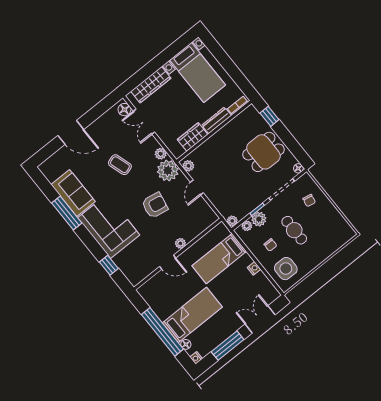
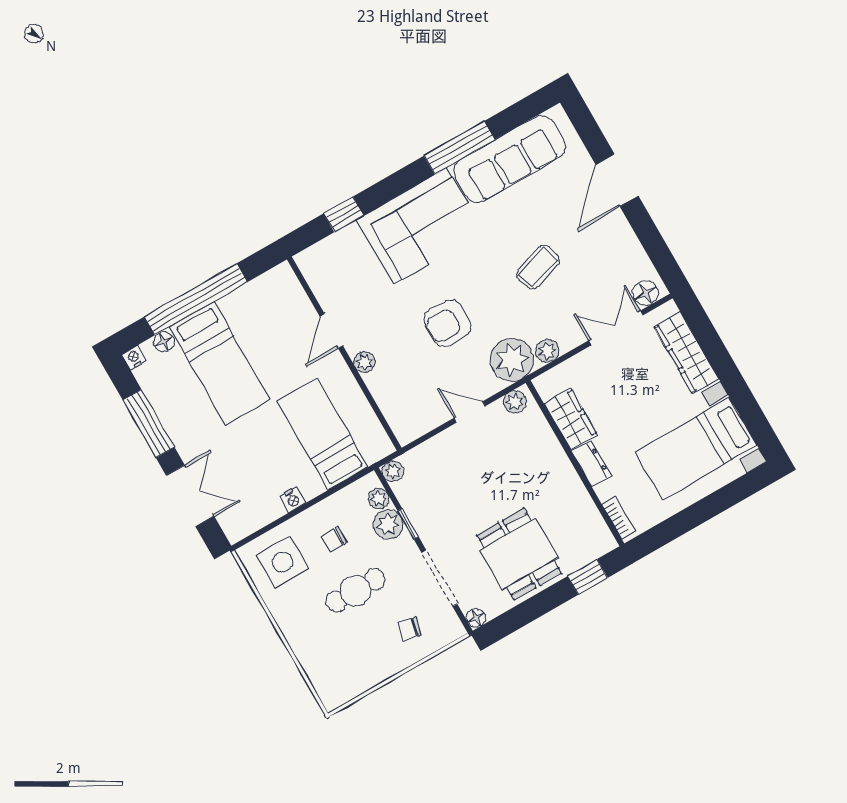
dresser: (217, 120) -> (591, 464), width x0.70
sofa: (73, 193) -> (510, 159), width x1.36
armchair: (155, 205) -> (447, 323), turned 80

